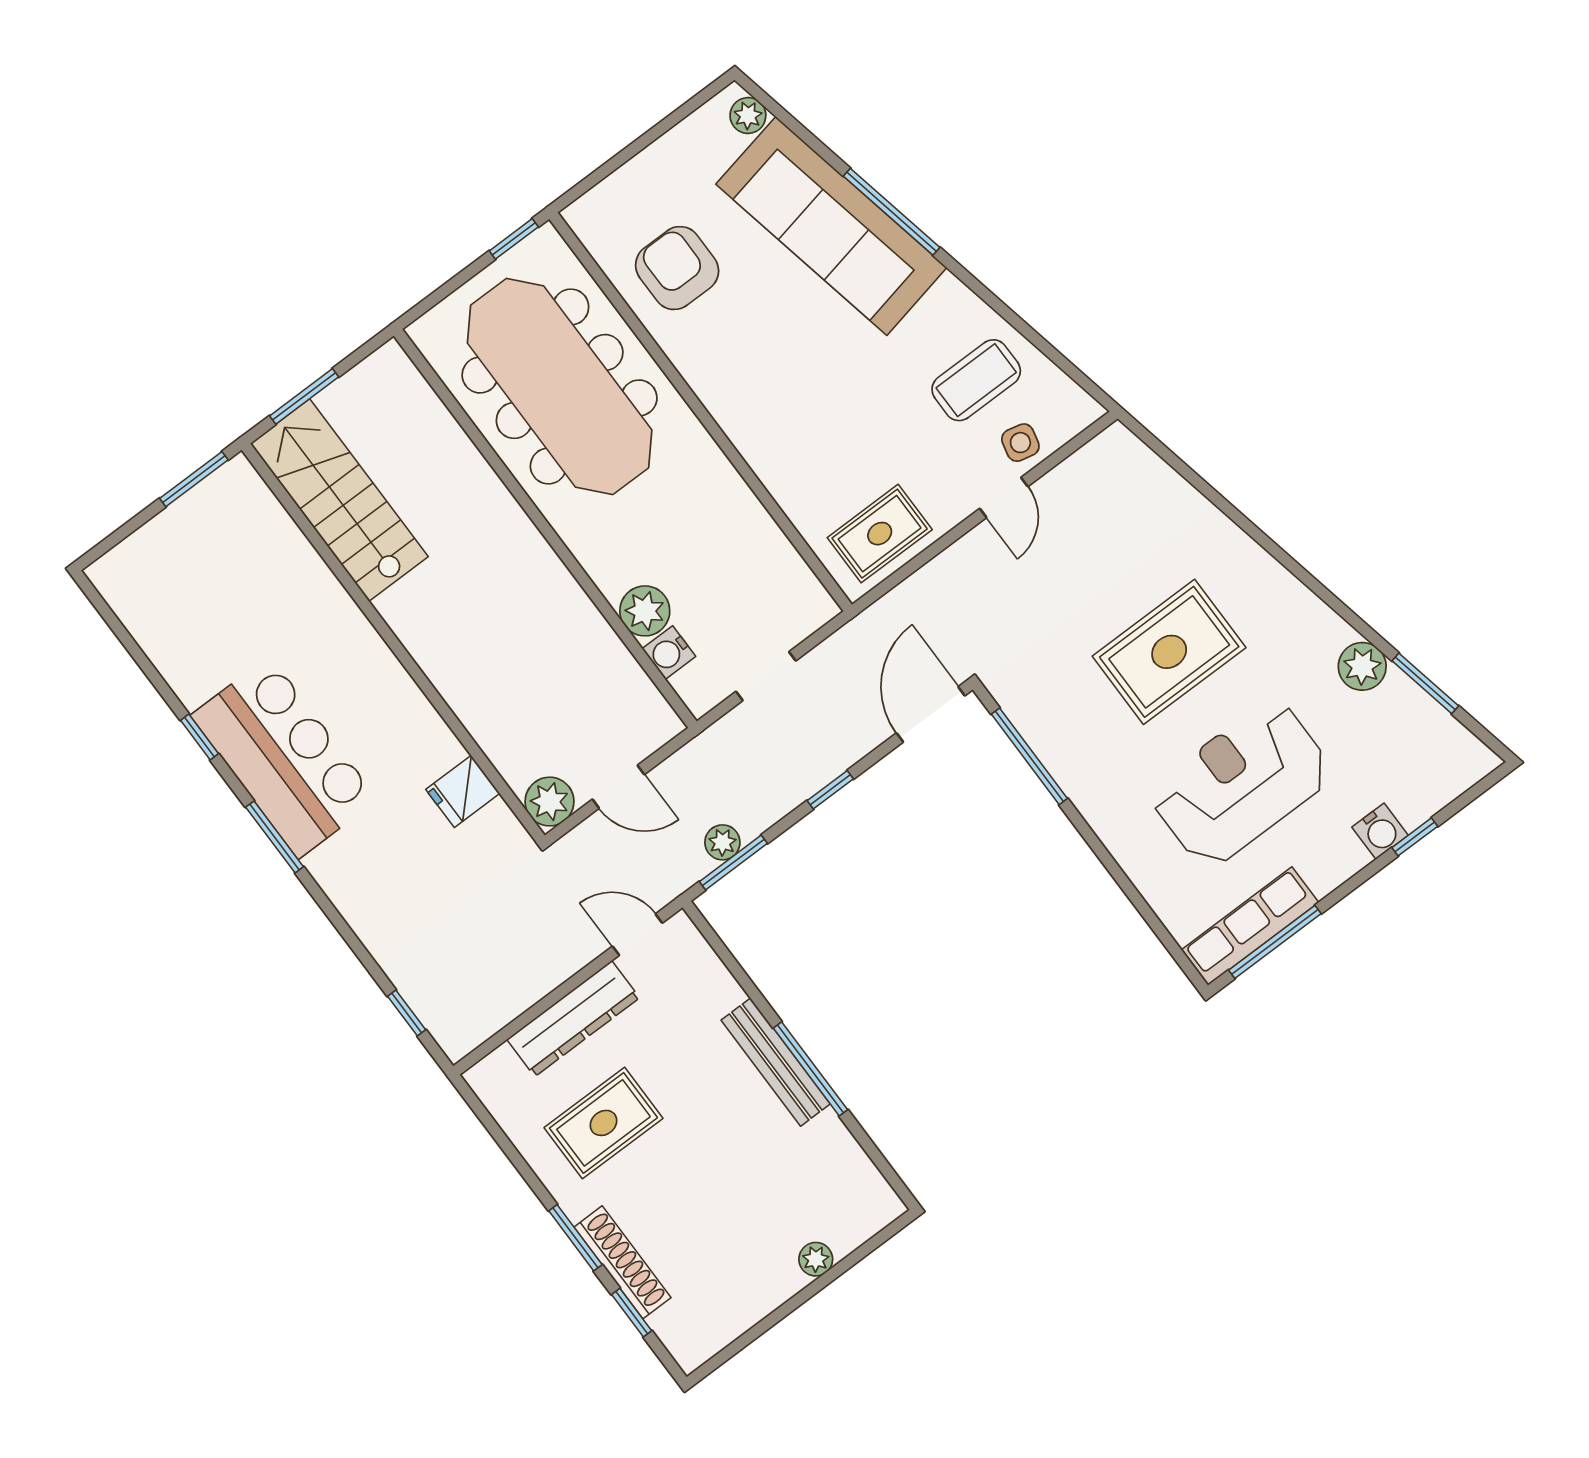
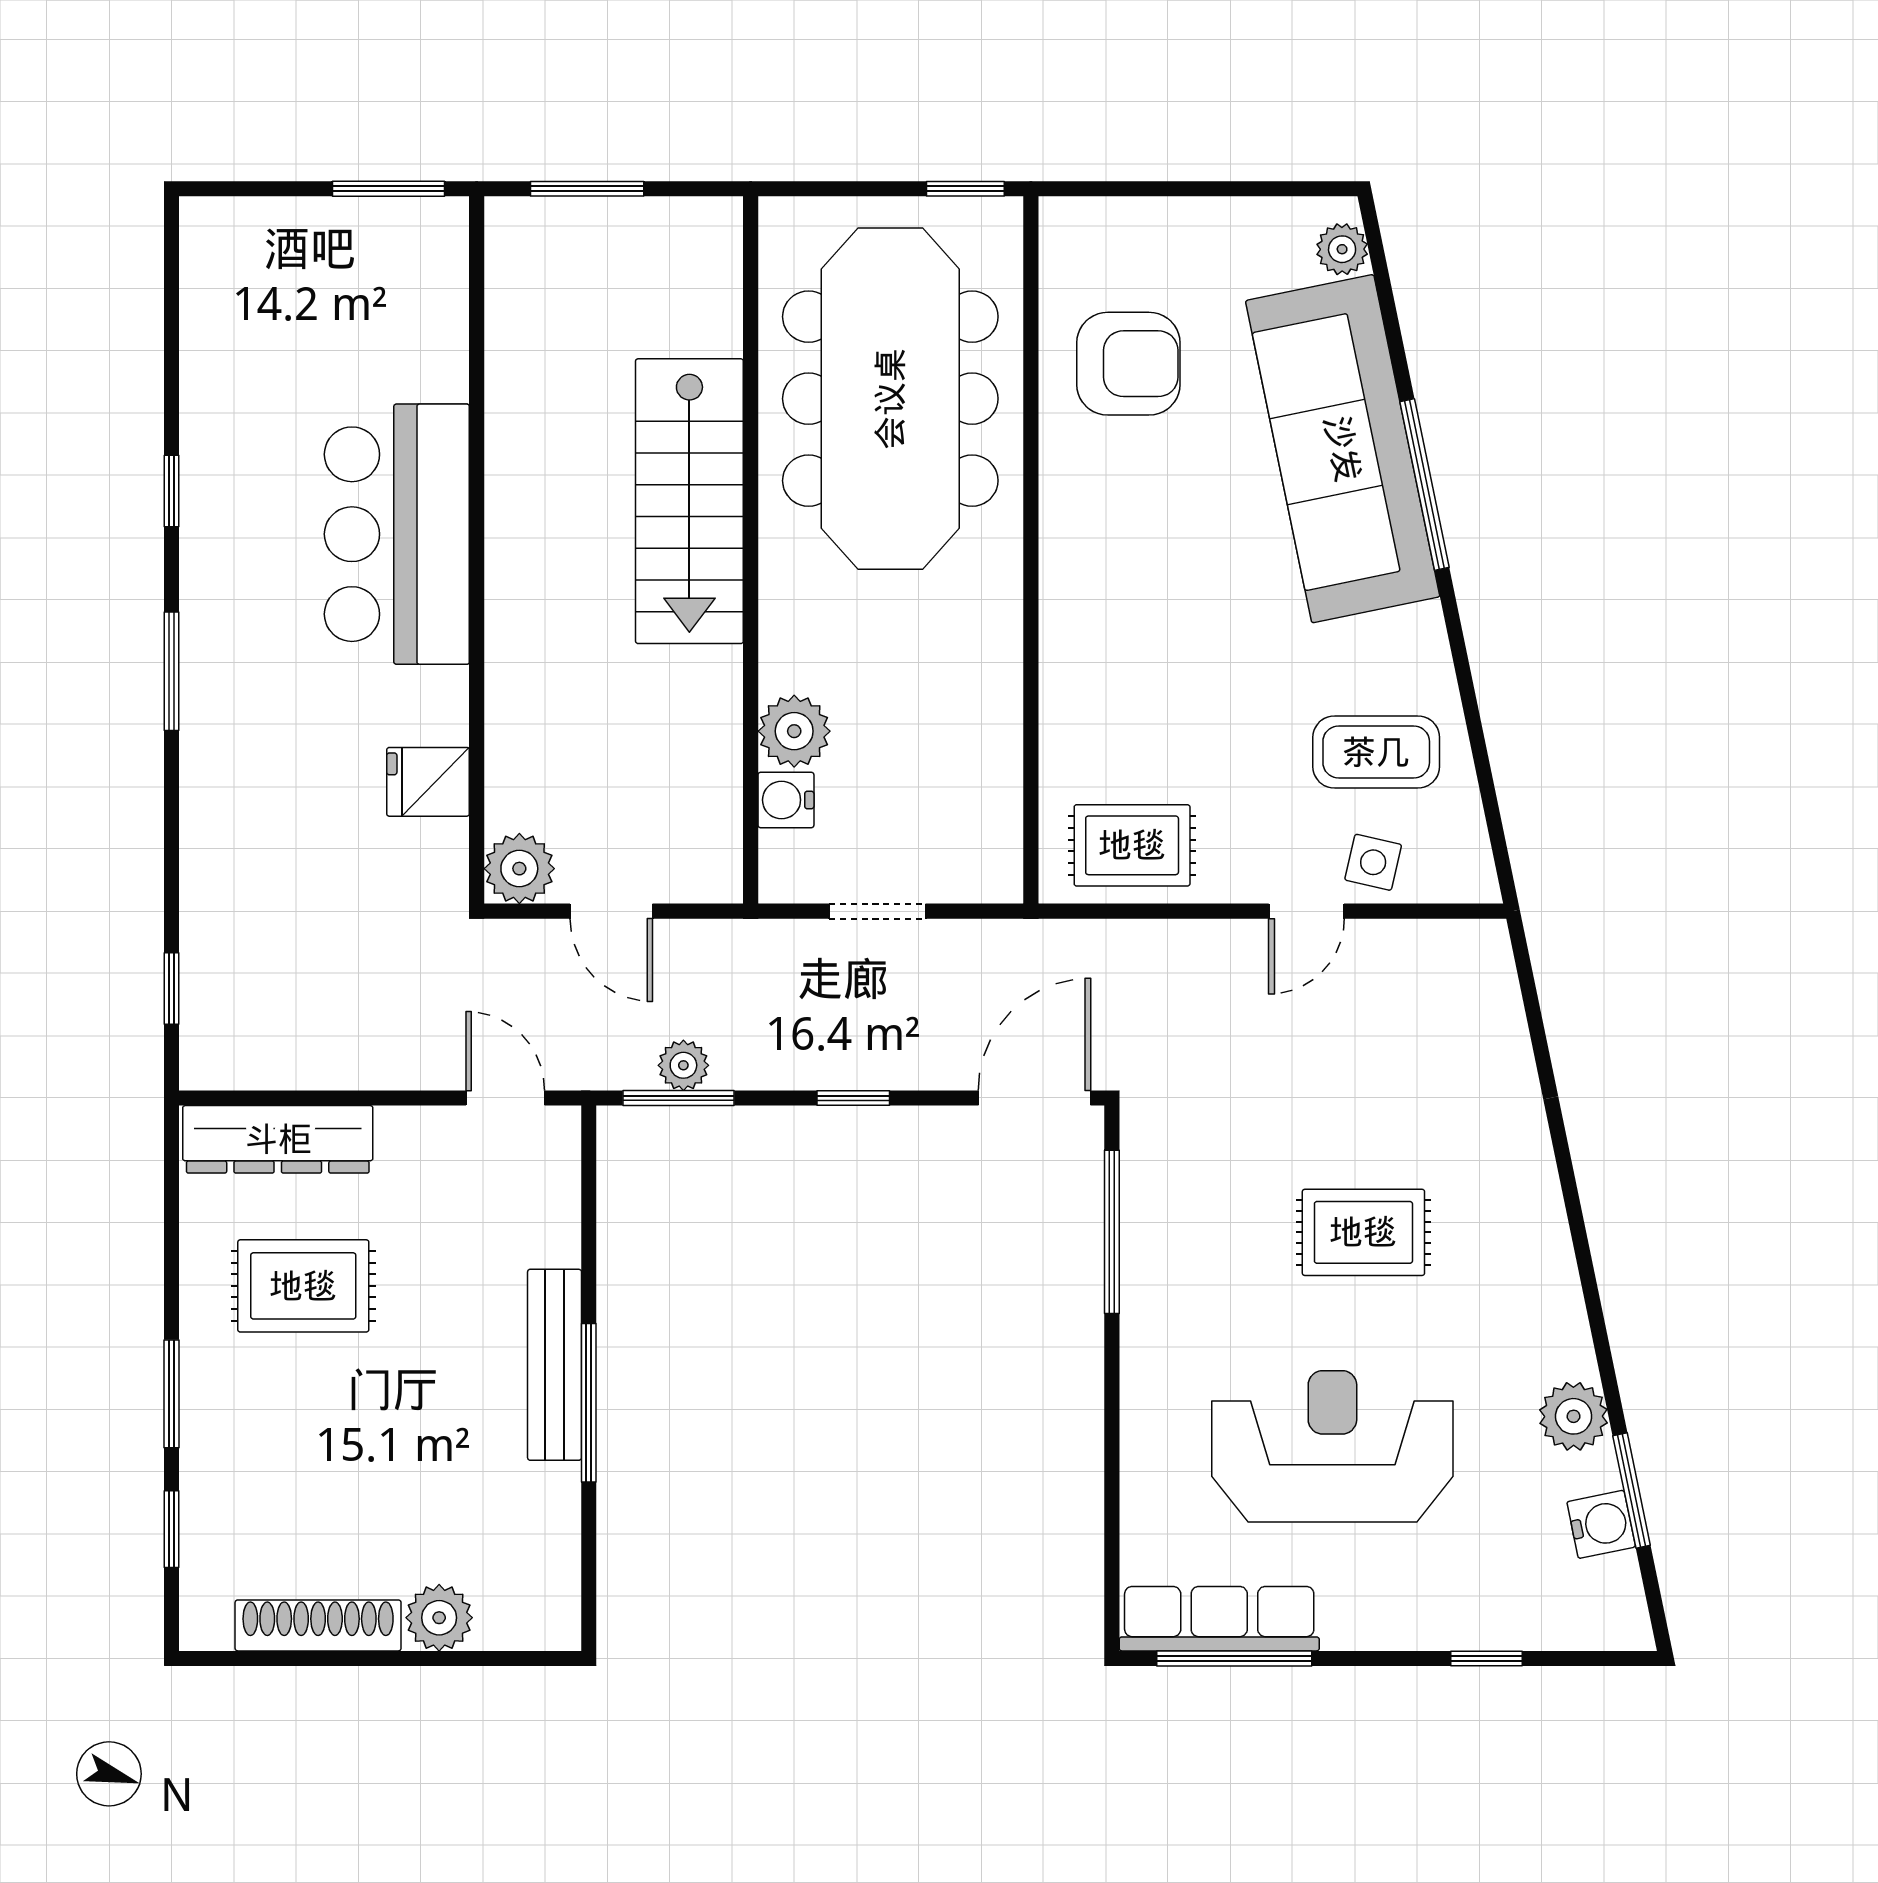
armchair: (677, 268) -> (1128, 364), turned 90
stairs: (339, 500) -> (689, 501), moved, turned 180
rug: (1169, 652) -> (1363, 1232), width x0.73, depth x0.70
bar counter: (284, 757) -> (397, 534), moved, turned 180
water cooler: (1380, 831) -> (1601, 1524), moved, turned -102
dresser: (573, 1019) -> (278, 1139), moved
plant: (816, 1259) -> (439, 1618), width x1.38, depth x1.38
shoe rack: (623, 1262) -> (318, 1625), moved, turned -90

